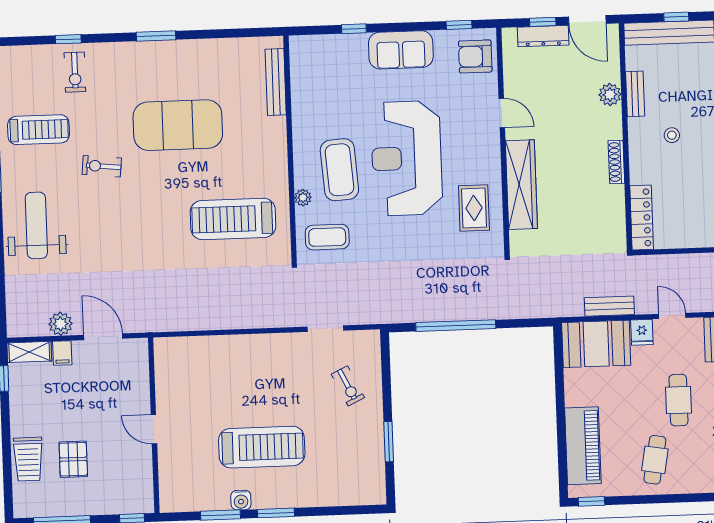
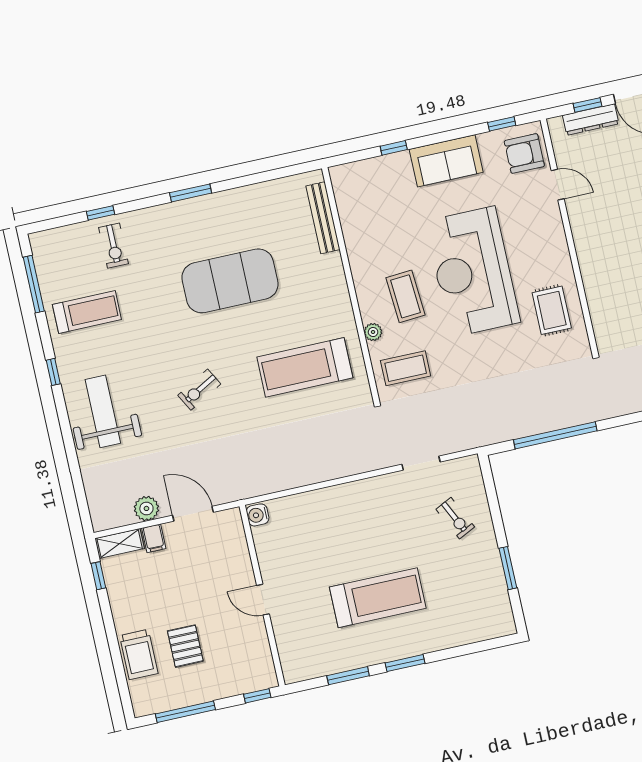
door: (502, 113) -> (558, 185), moved
exercise bike: (102, 166) -> (199, 390), moved, turned -35
coffee table: (339, 170) -> (406, 296), width x0.73, depth x0.76
wardrobe: (521, 185) -> (596, 277), removed
water cooler: (241, 500) -> (258, 515), moved, turned 90

